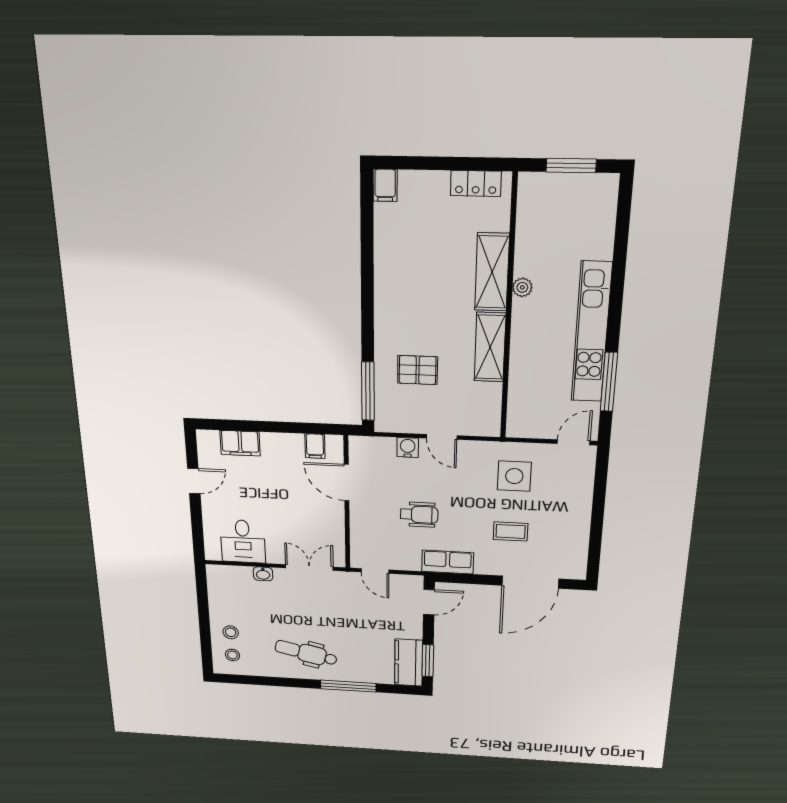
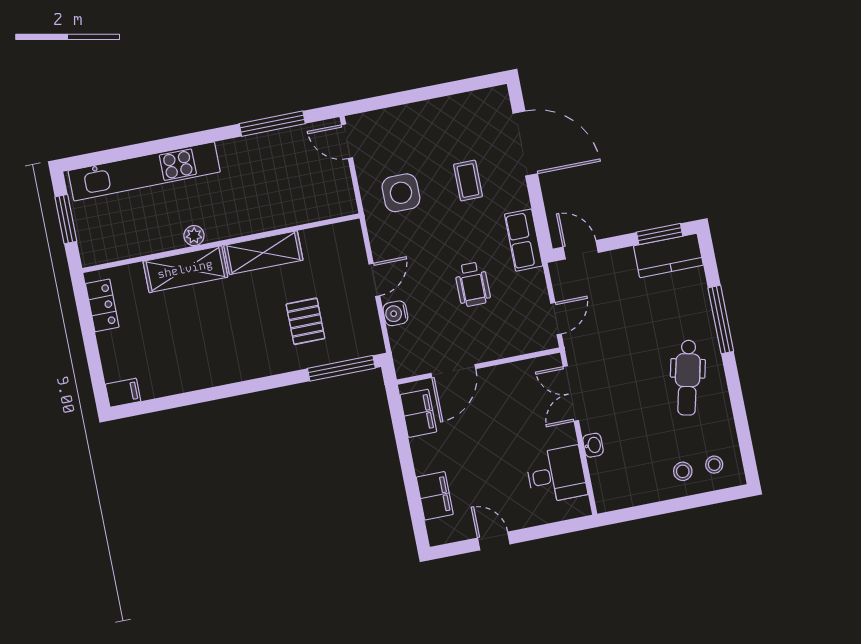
kitchen unit: (591, 333) -> (144, 171), moved
filing cabinet: (315, 446) -> (418, 413), width x2.00
wheelchair: (419, 515) -> (472, 284), turned 180

